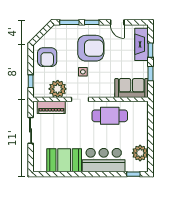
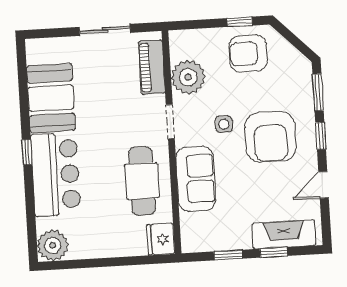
window: (31, 81) -> (240, 22), moved
sofa: (132, 88) -> (196, 179), moved
fridge: (140, 108) -> (161, 239), added
plant: (140, 153) -> (53, 245), moved
window: (133, 174) -> (27, 152), moved

